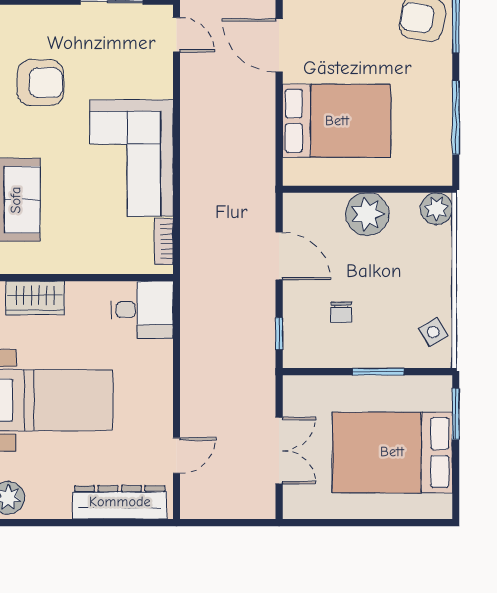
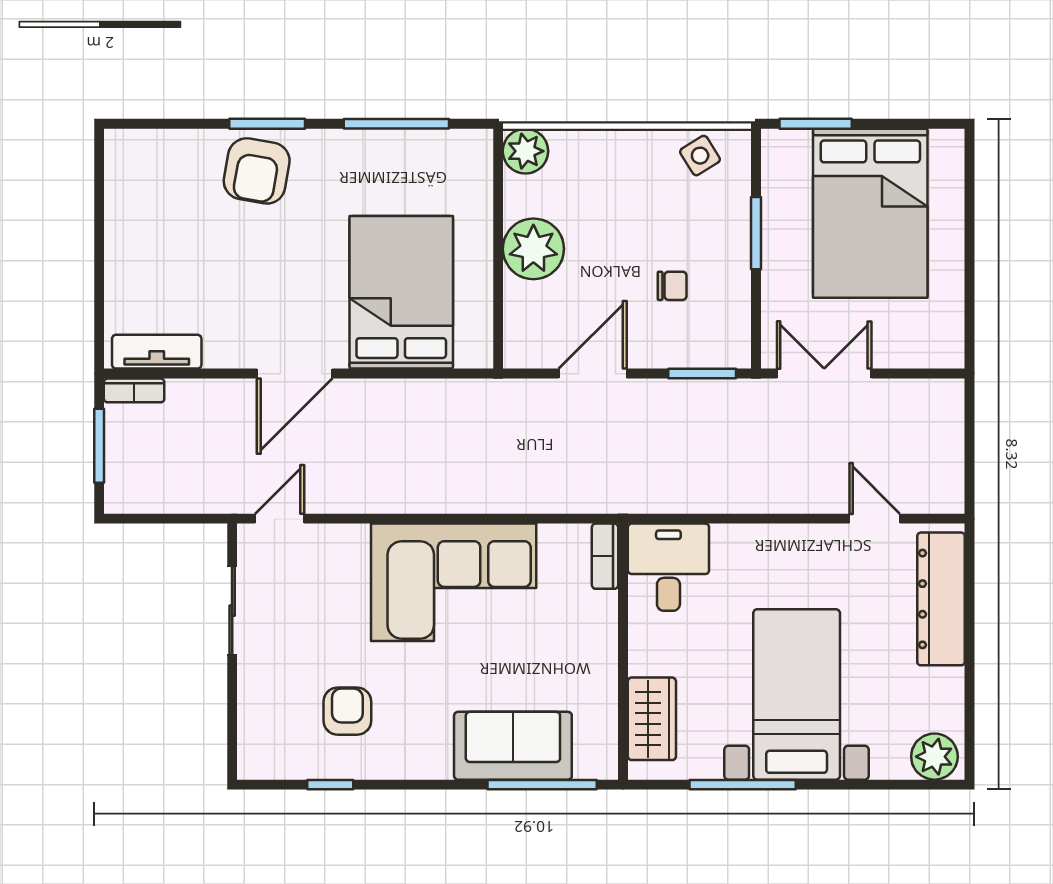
armchair: (40, 83) -> (347, 711), width x0.72, depth x0.72
bookcase: (164, 242) -> (605, 556), moved, turned 90
window: (279, 334) -> (702, 374), width x1.50
double door: (279, 451) -> (824, 374), moved

